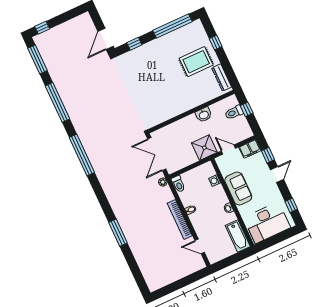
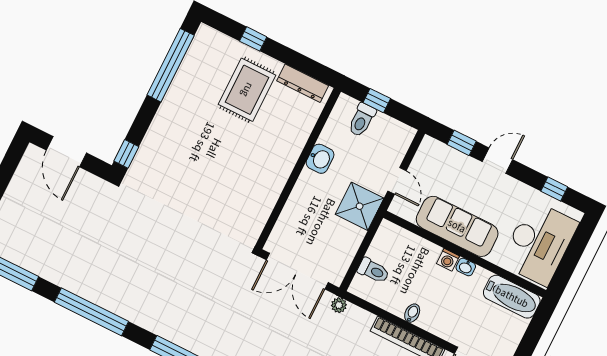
door: (106, 39) -> (66, 152), moved
window: (134, 44) -> (126, 154), moved
filing cabinet: (250, 149) -> (428, 155), removed
door: (228, 150) -> (397, 181), swing flipped
door: (277, 175) -> (497, 161), hinge flipped
washing machine: (215, 181) -> (448, 260), moved
toilet: (178, 184) -> (373, 271), moved
sofa: (238, 189) -> (457, 226), width x1.36

